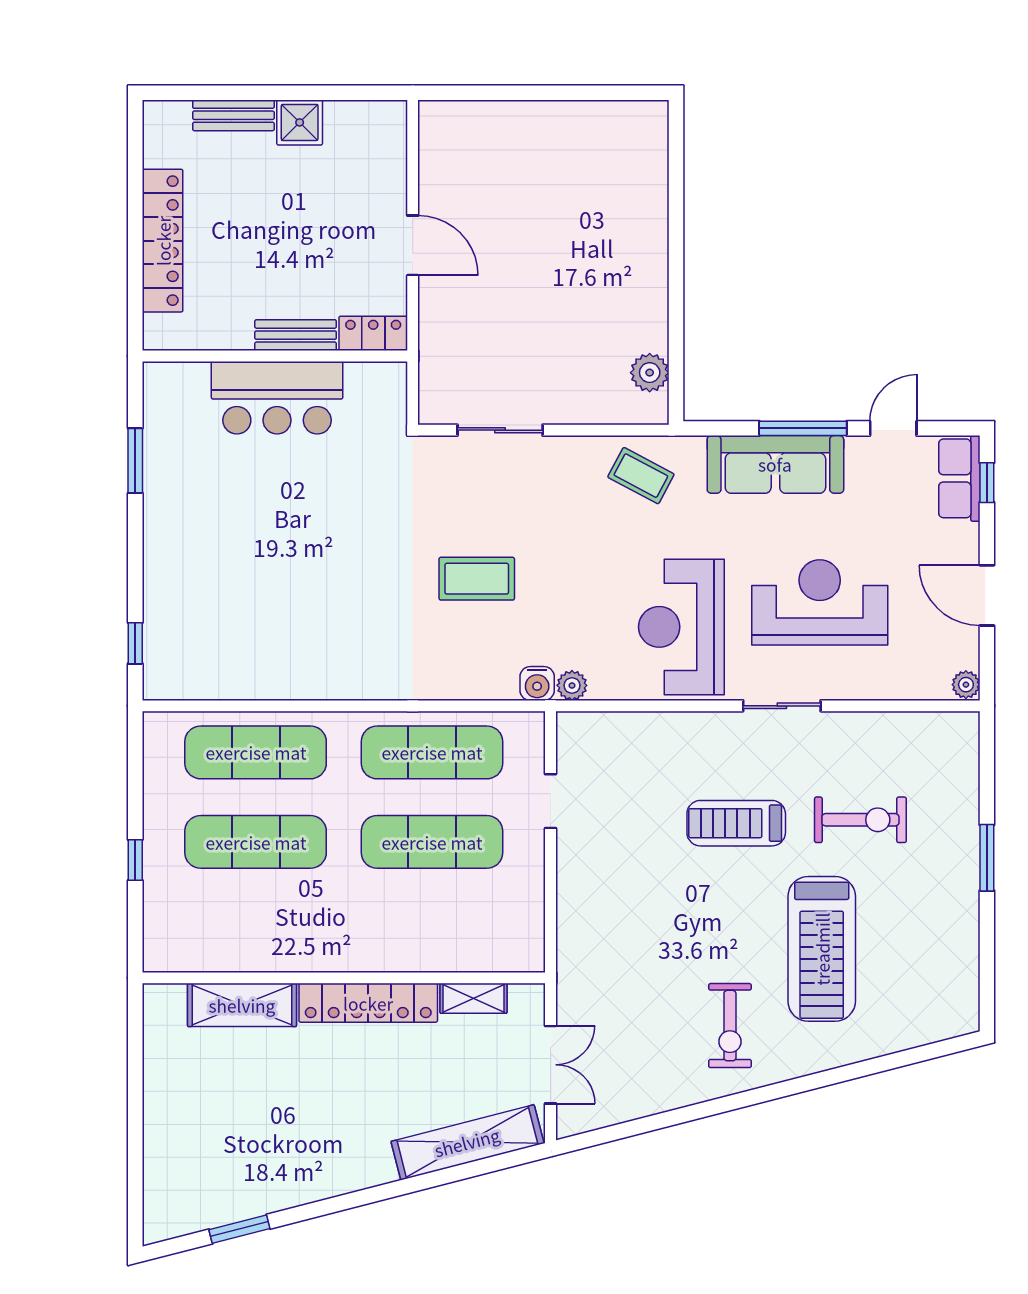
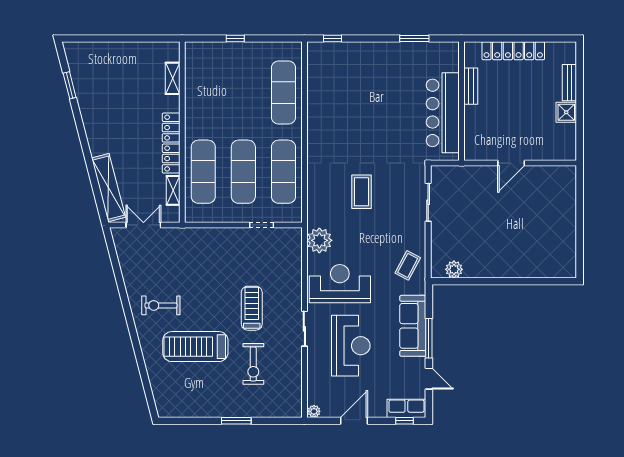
locker: (373, 333) -> (472, 145), removed
bench: (296, 335) -> (471, 86), moved
bar counter: (277, 398) -> (443, 113), width x1.36
water cooler: (537, 683) -> (314, 219), removed
plant: (572, 685) -> (319, 240), width x1.87, depth x1.87
exercise mat: (256, 842) -> (203, 172), moved
shelving: (242, 1005) -> (173, 78), width x0.67, depth x0.75
double door: (551, 1065) -> (143, 225), swing flipped

